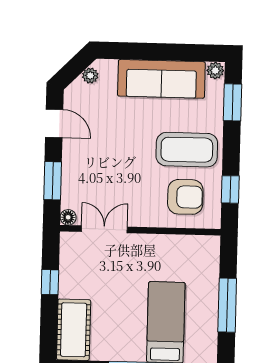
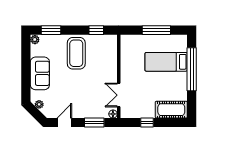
sofa: (161, 79) -> (40, 73), width x0.73
armchair: (185, 197) -> (101, 53), removed

